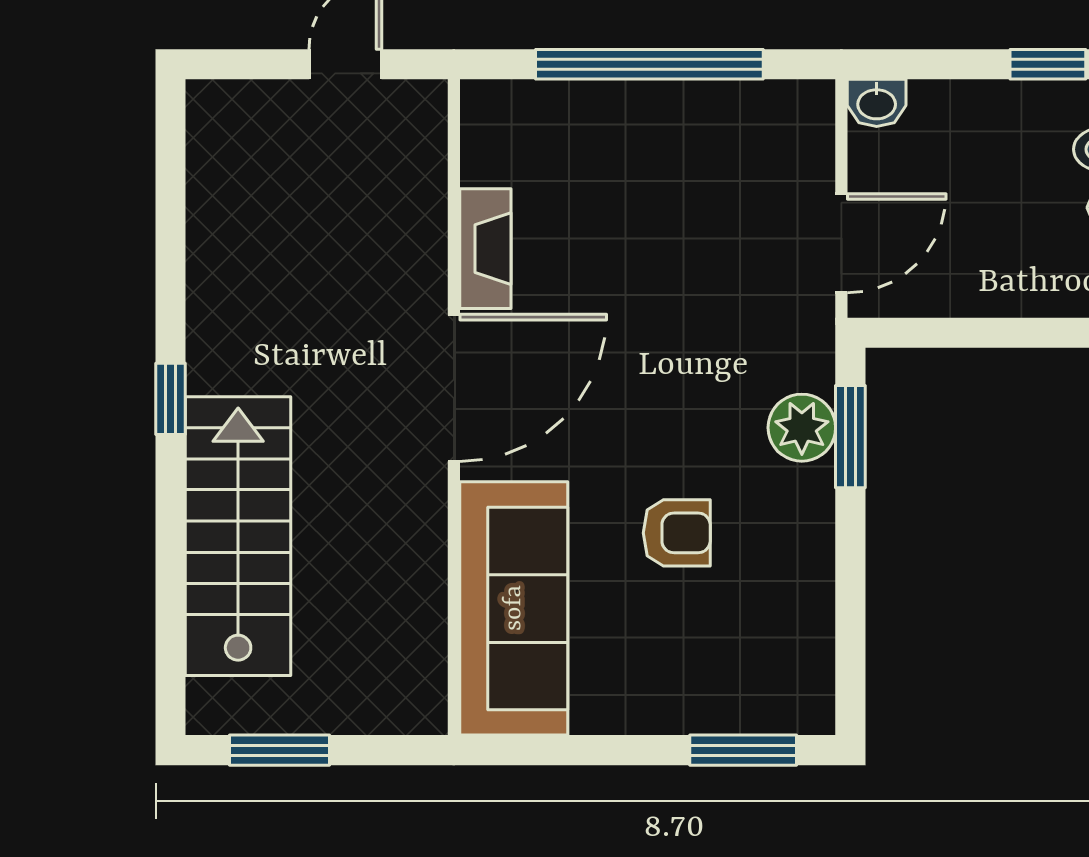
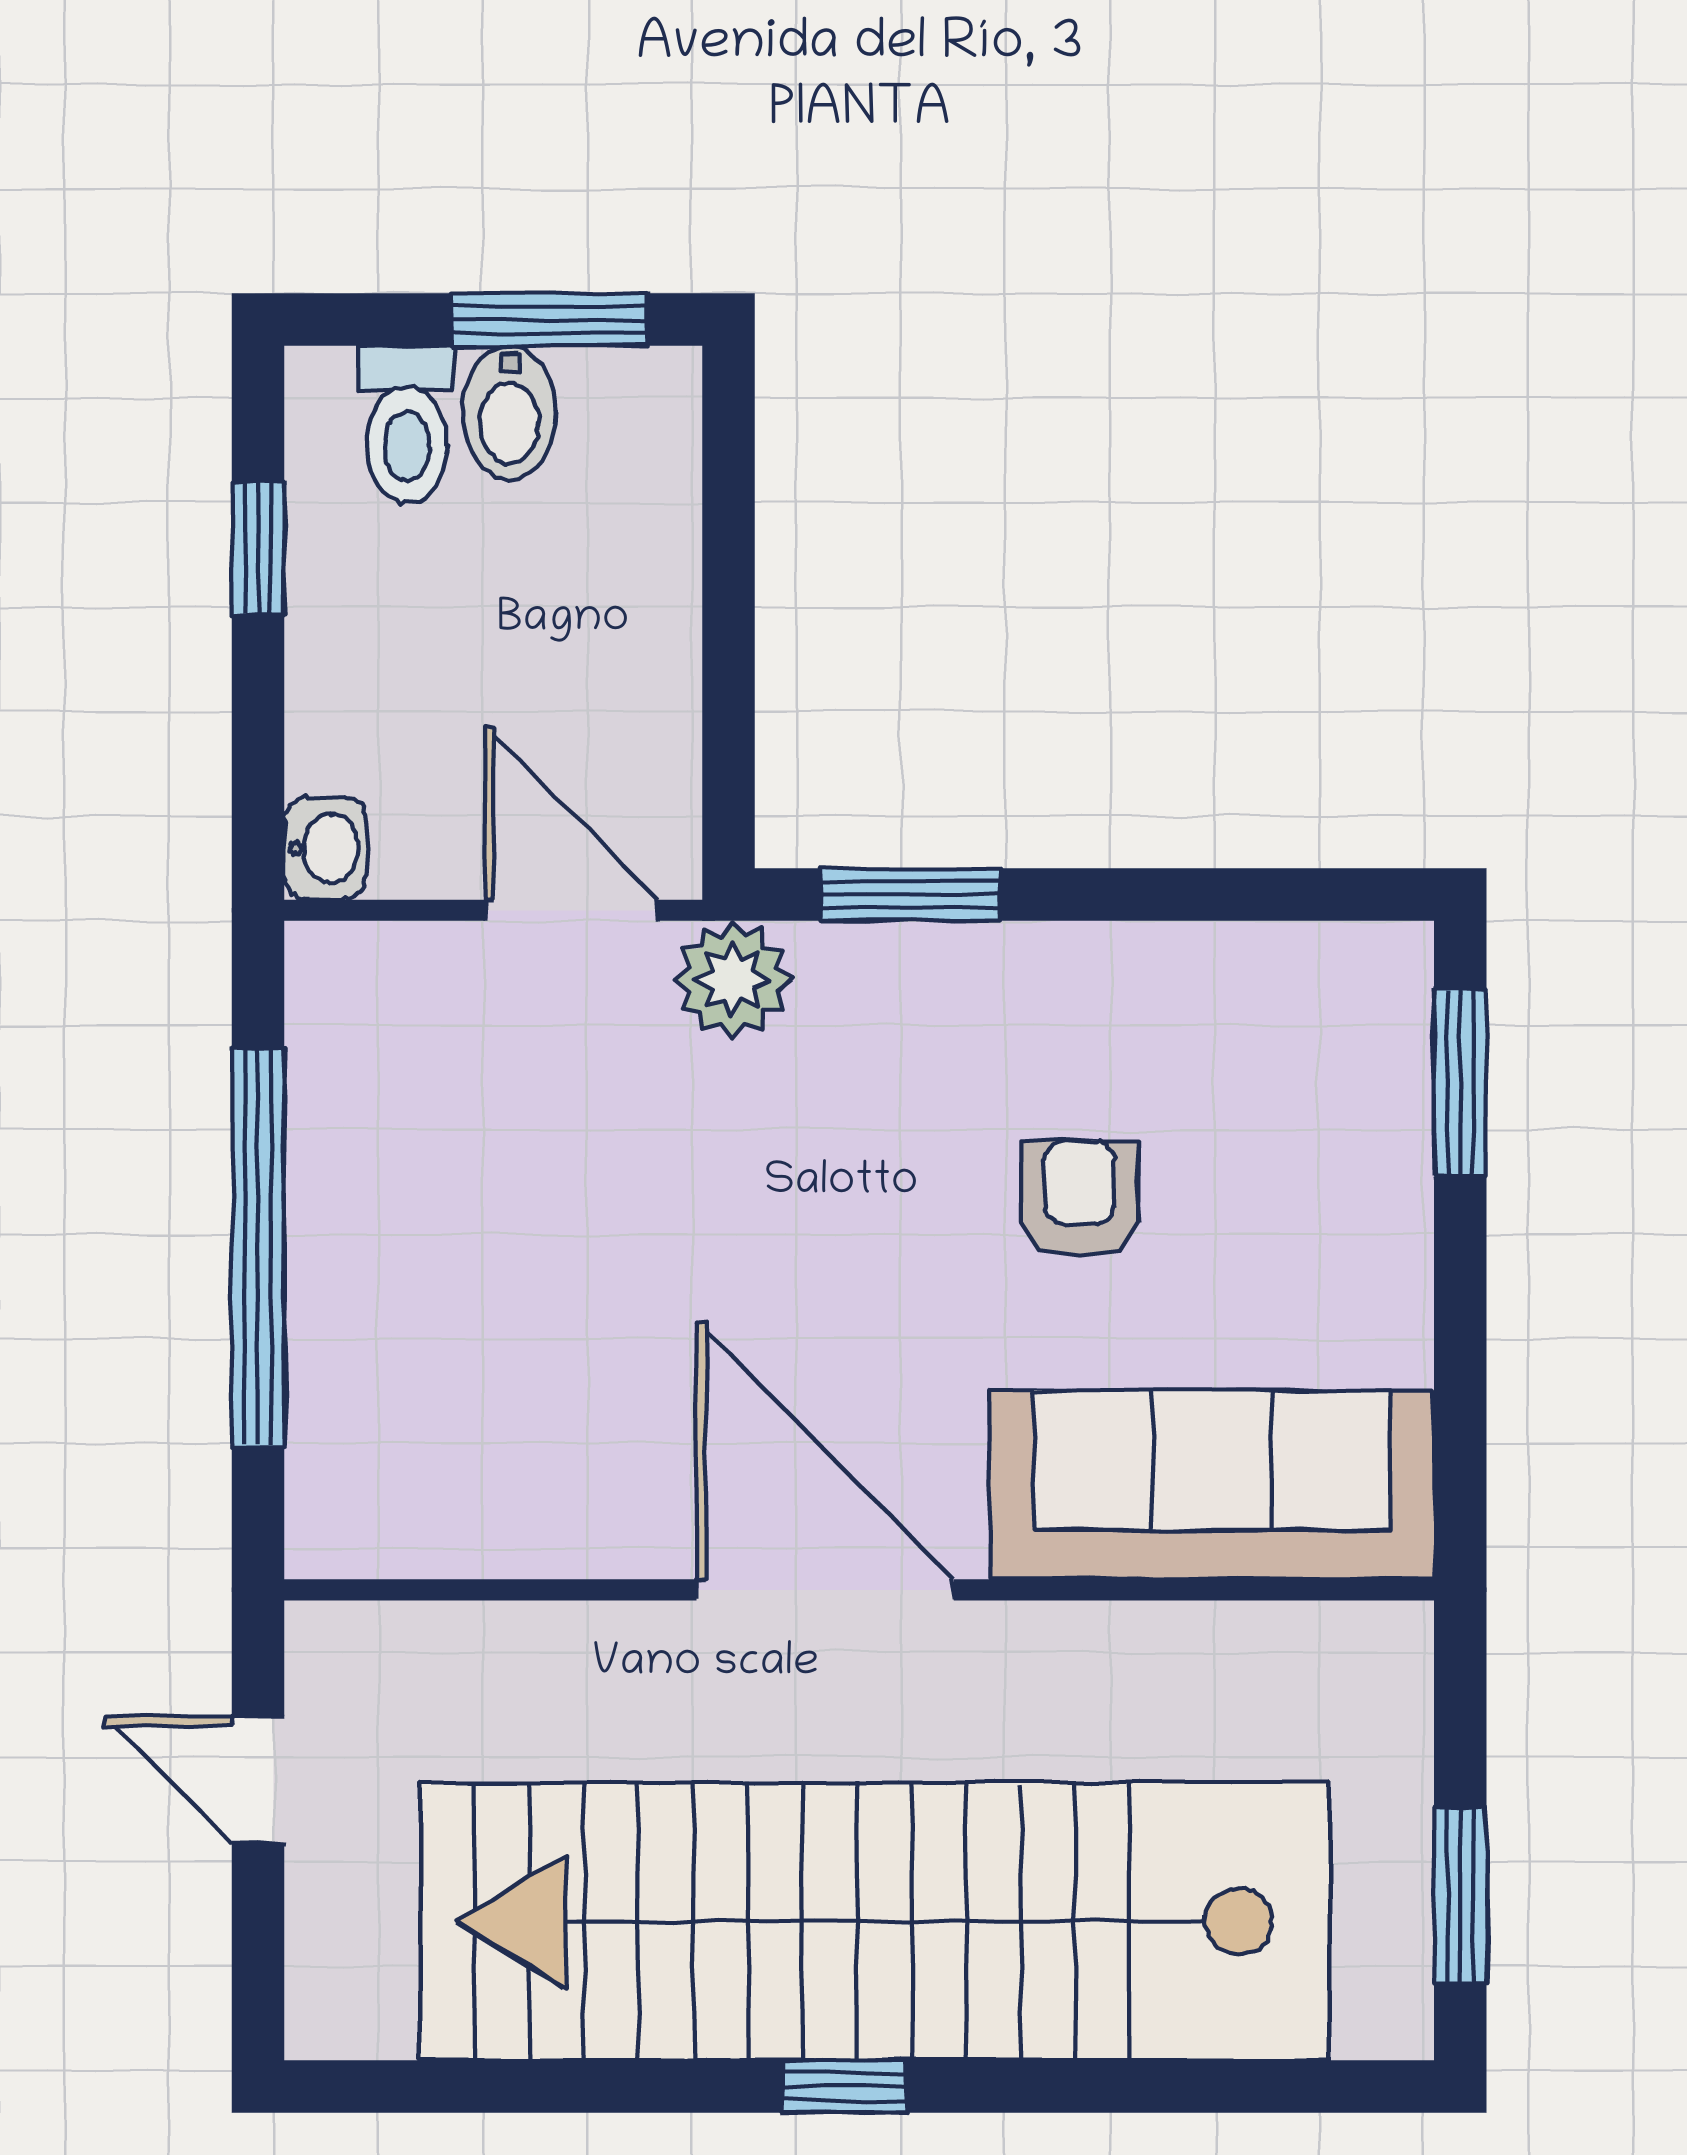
fireplace: (485, 249) -> (581, 1534), removed
plant: (802, 428) -> (733, 980), moved
stairs: (238, 536) -> (875, 1921), width x1.86, depth x1.51

